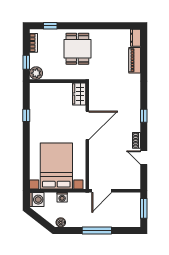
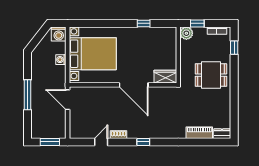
boiler: (61, 222) -> (36, 58), removed

